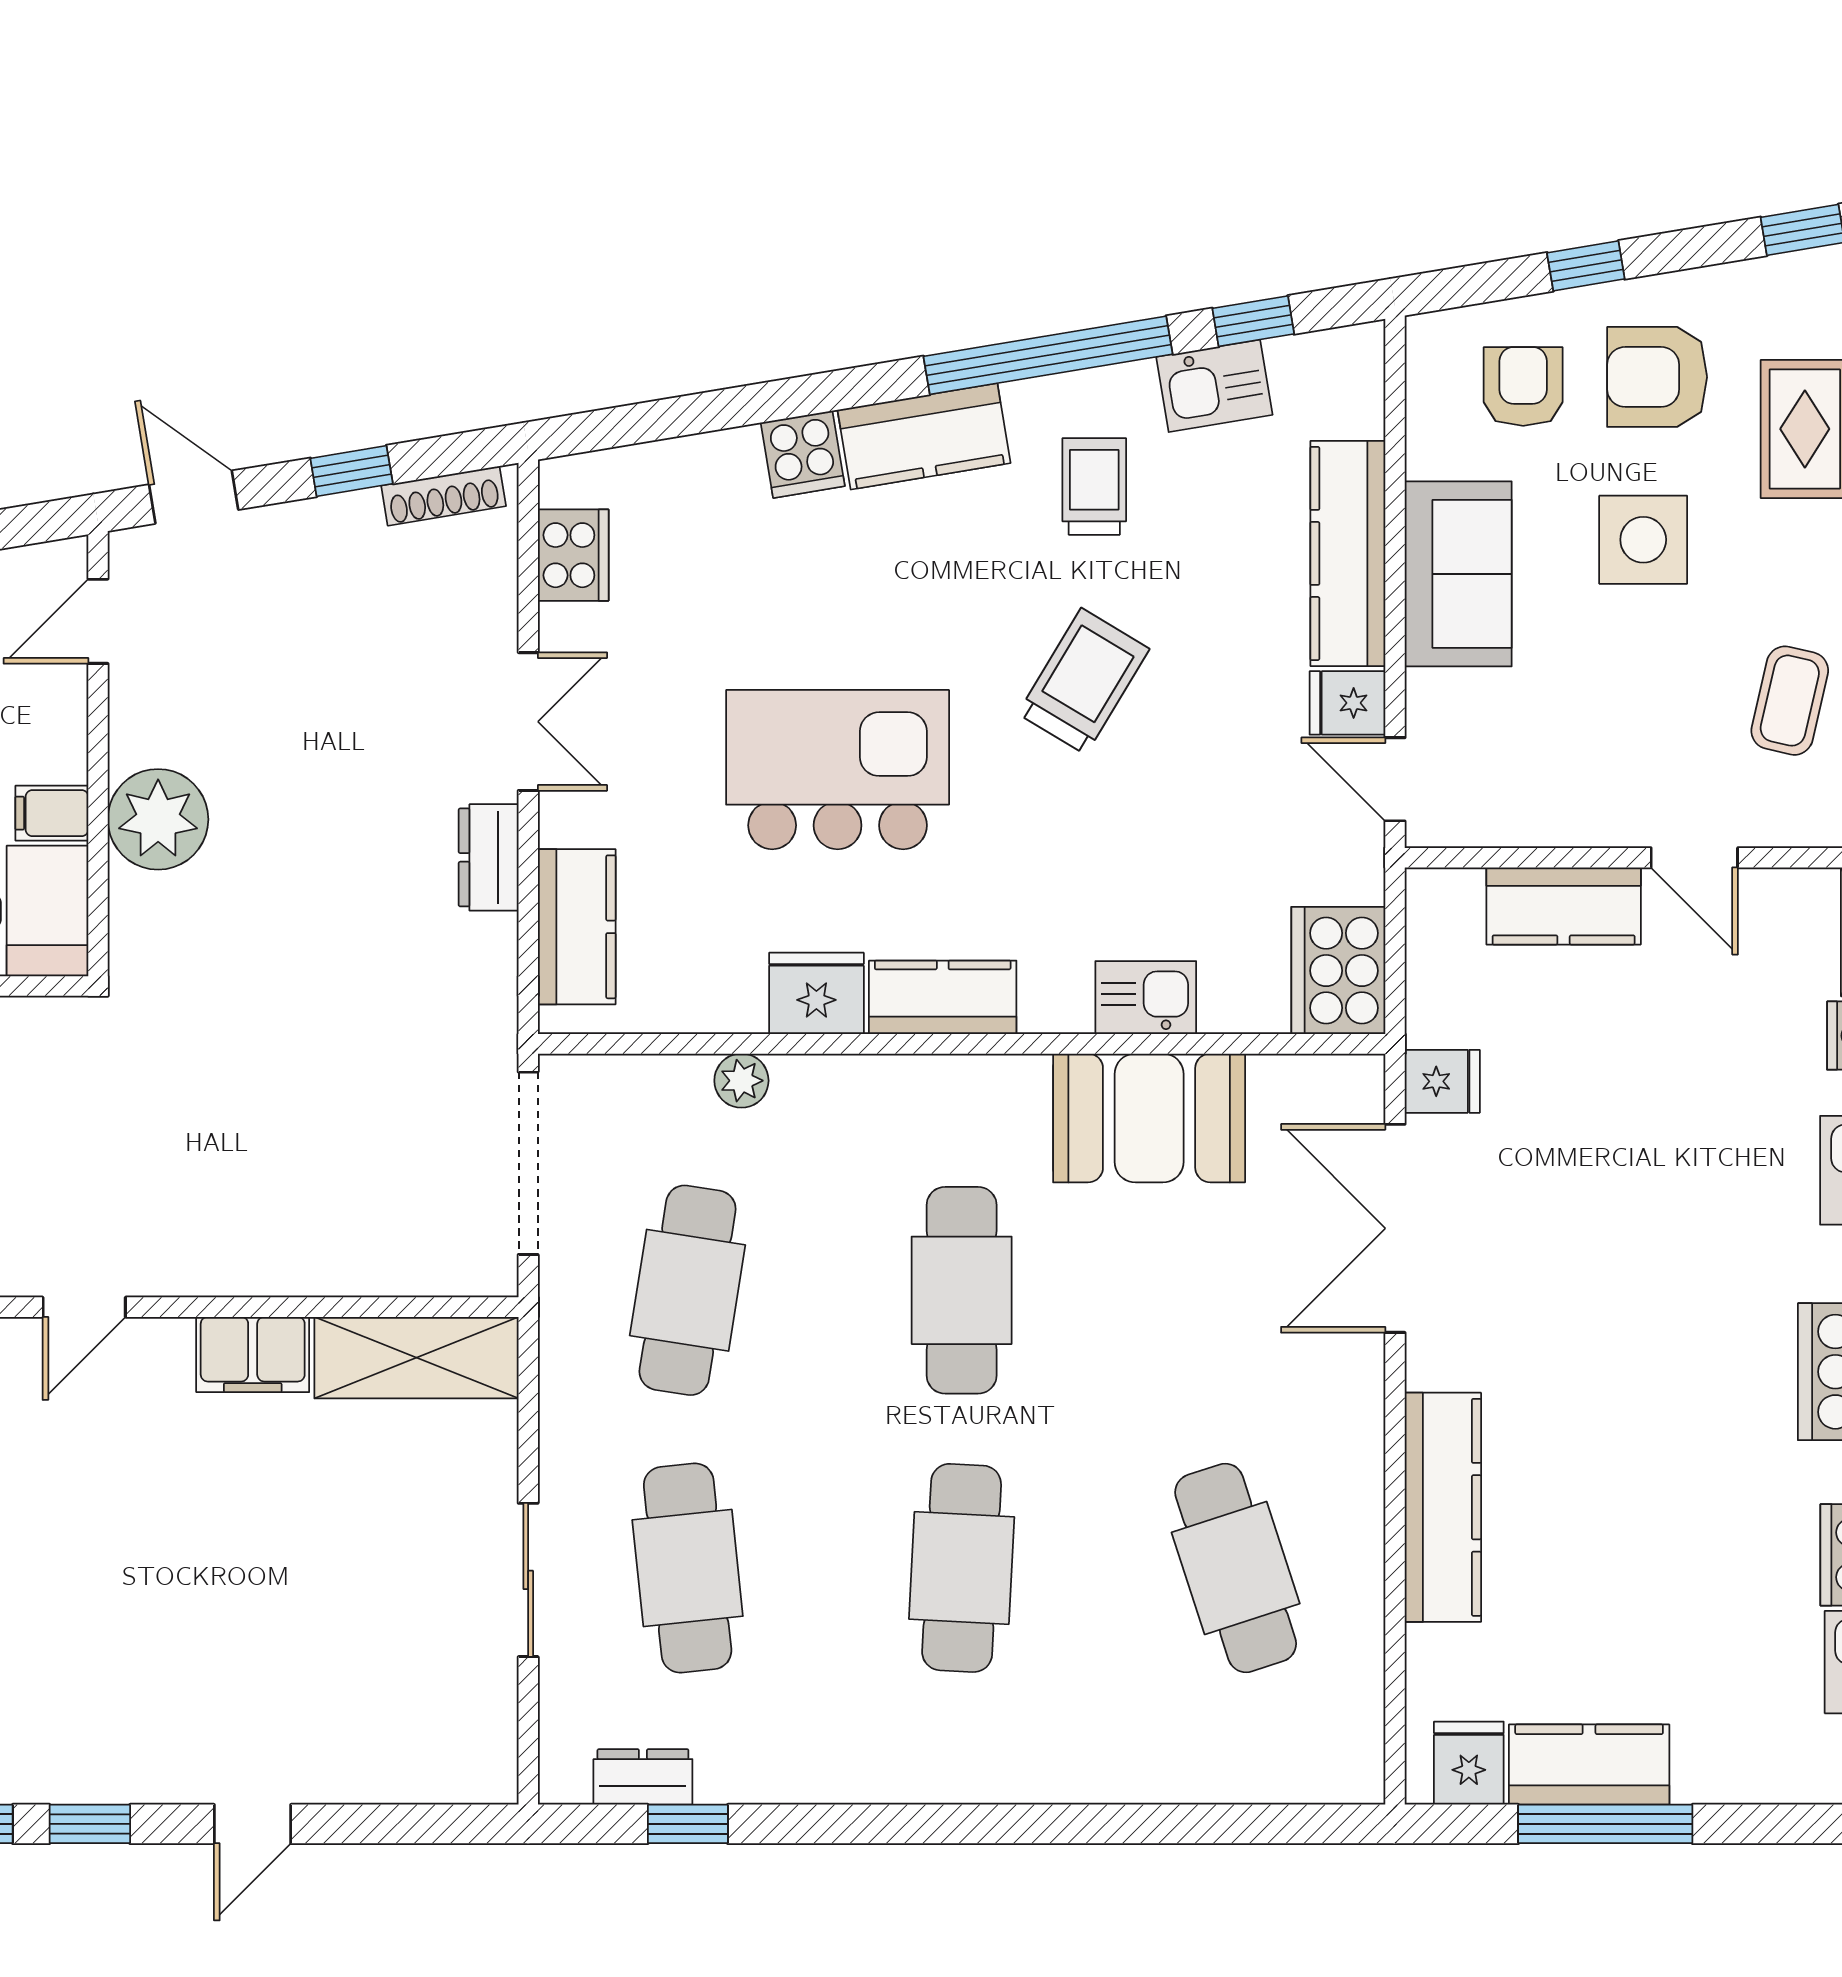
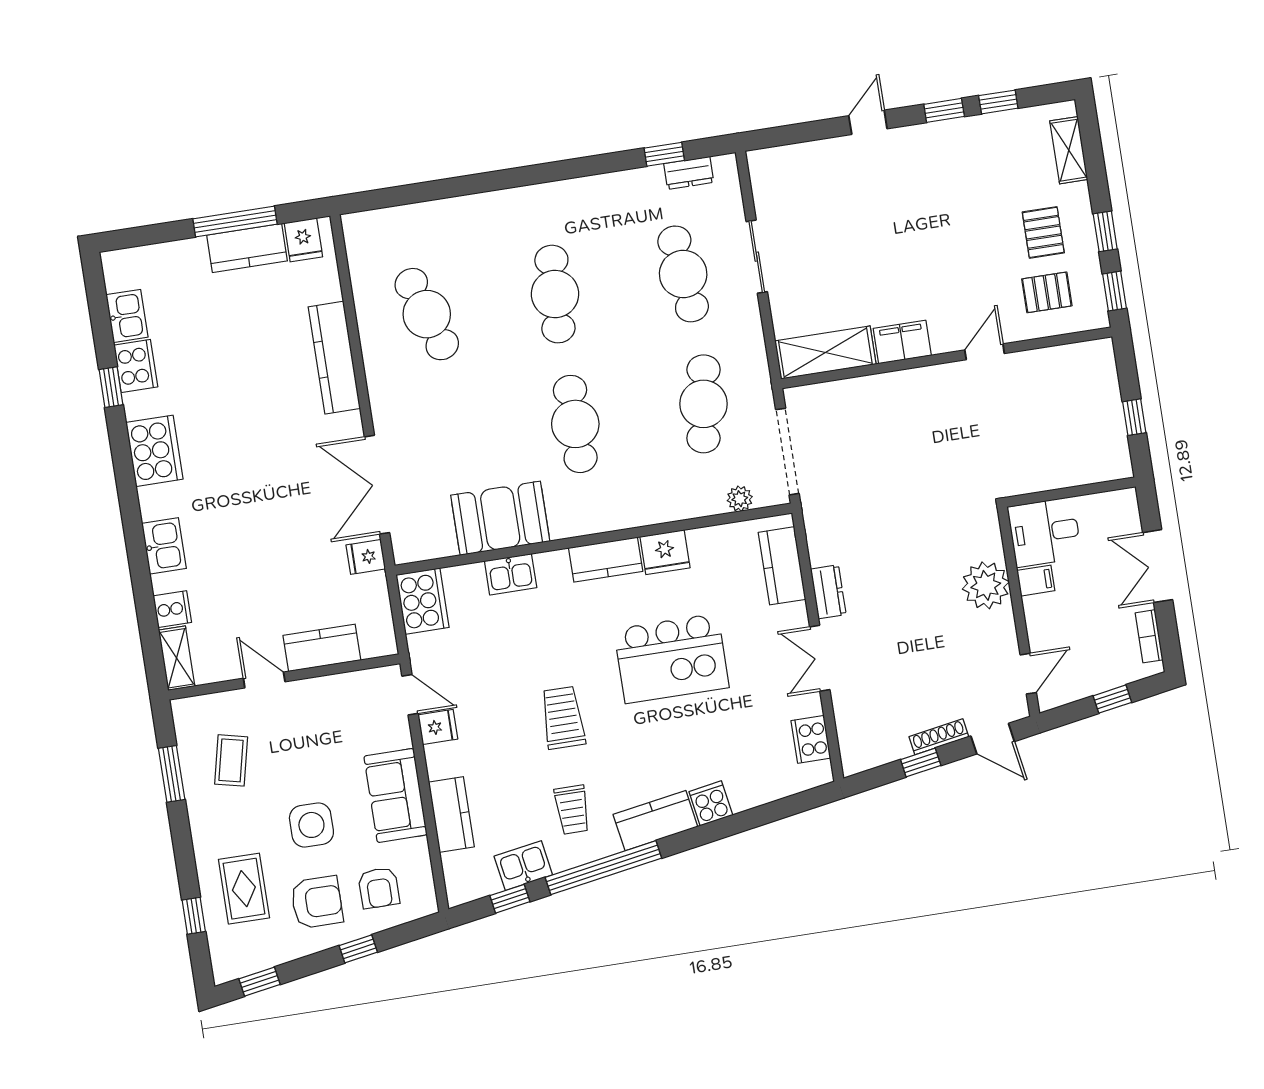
shoe rack: (444, 496) -> (939, 737), moved
kitchen counter: (1348, 553) -> (451, 814), width x0.67
trolley: (1083, 681) -> (563, 718), turned 149
plant: (741, 1081) -> (740, 499), moved
double door: (1395, 1228) -> (377, 485), swing flipped

